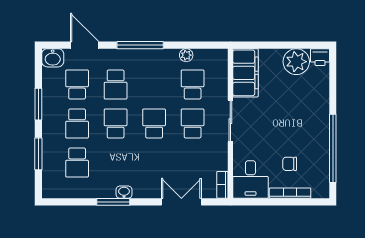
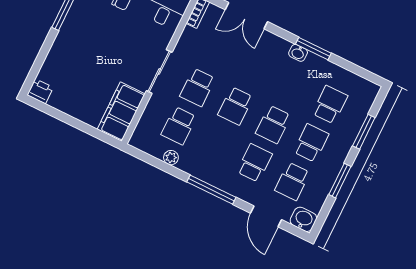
plant: (296, 62) -> (66, 98), removed

